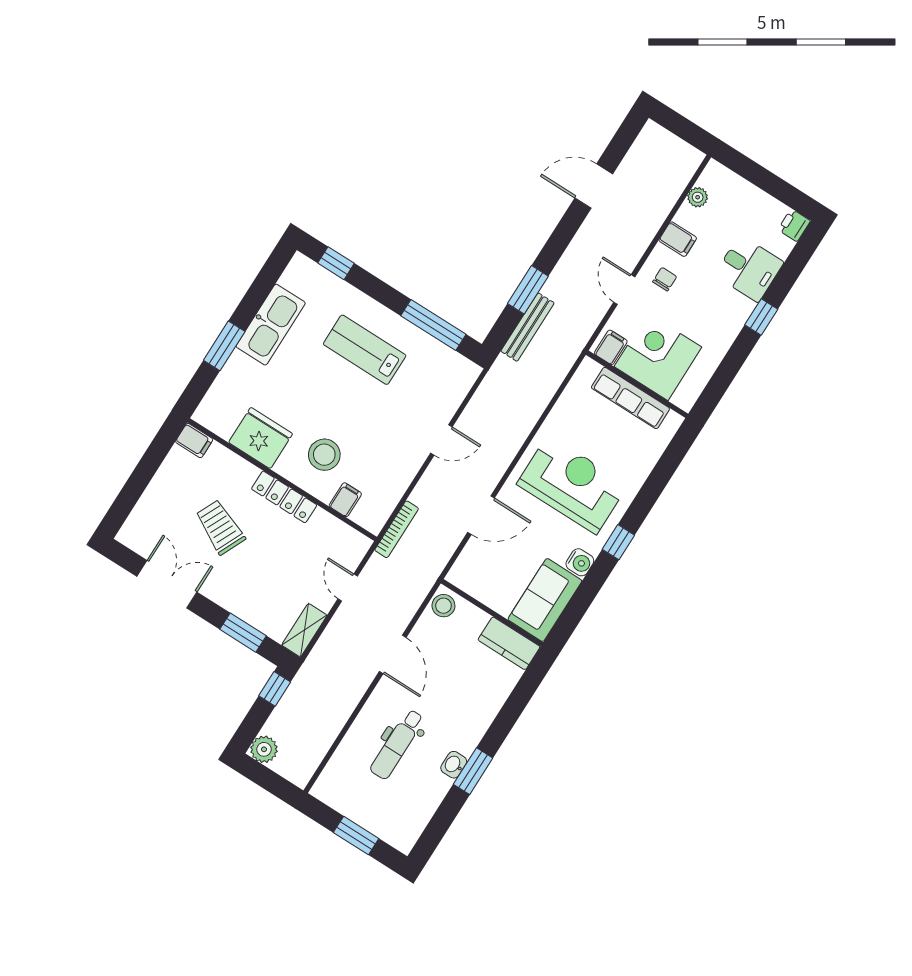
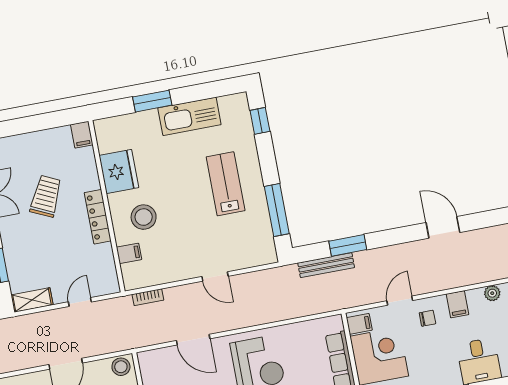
bookcase: (397, 529) -> (148, 297), width x0.64

